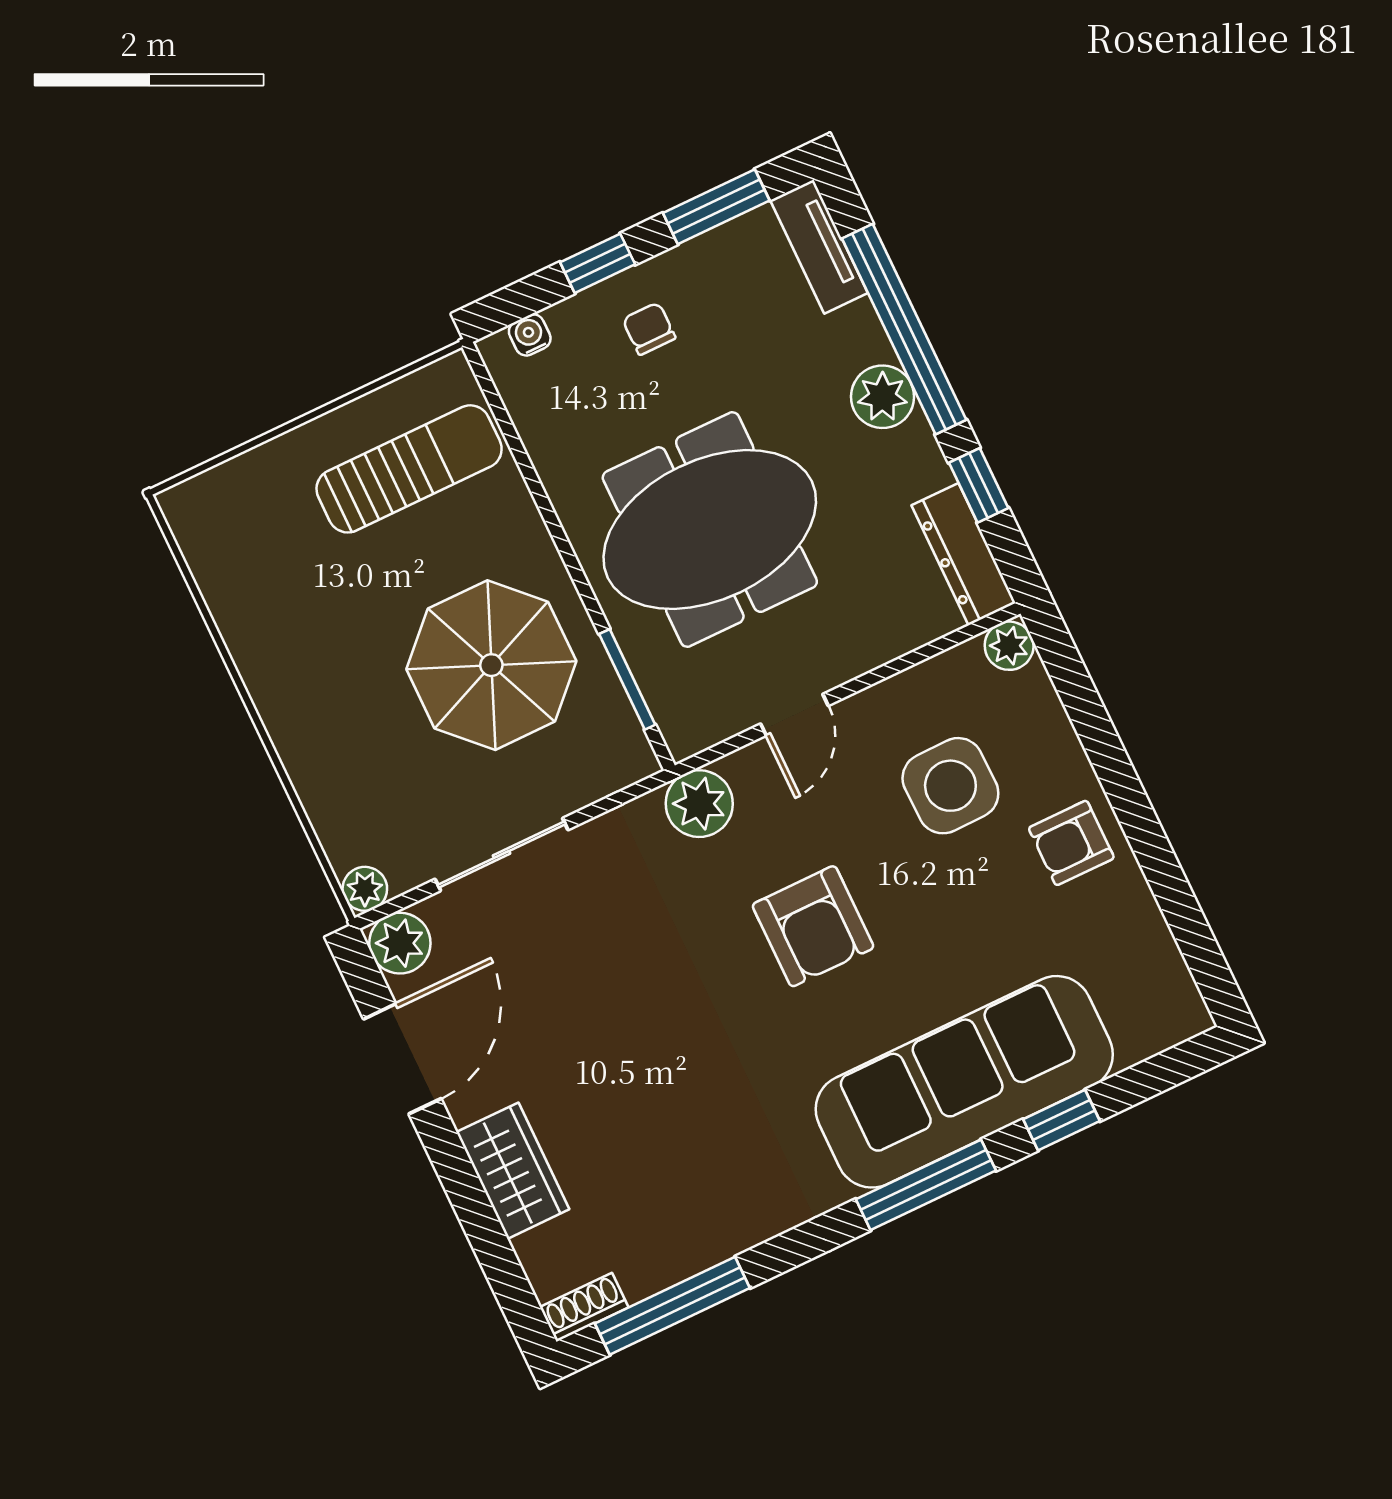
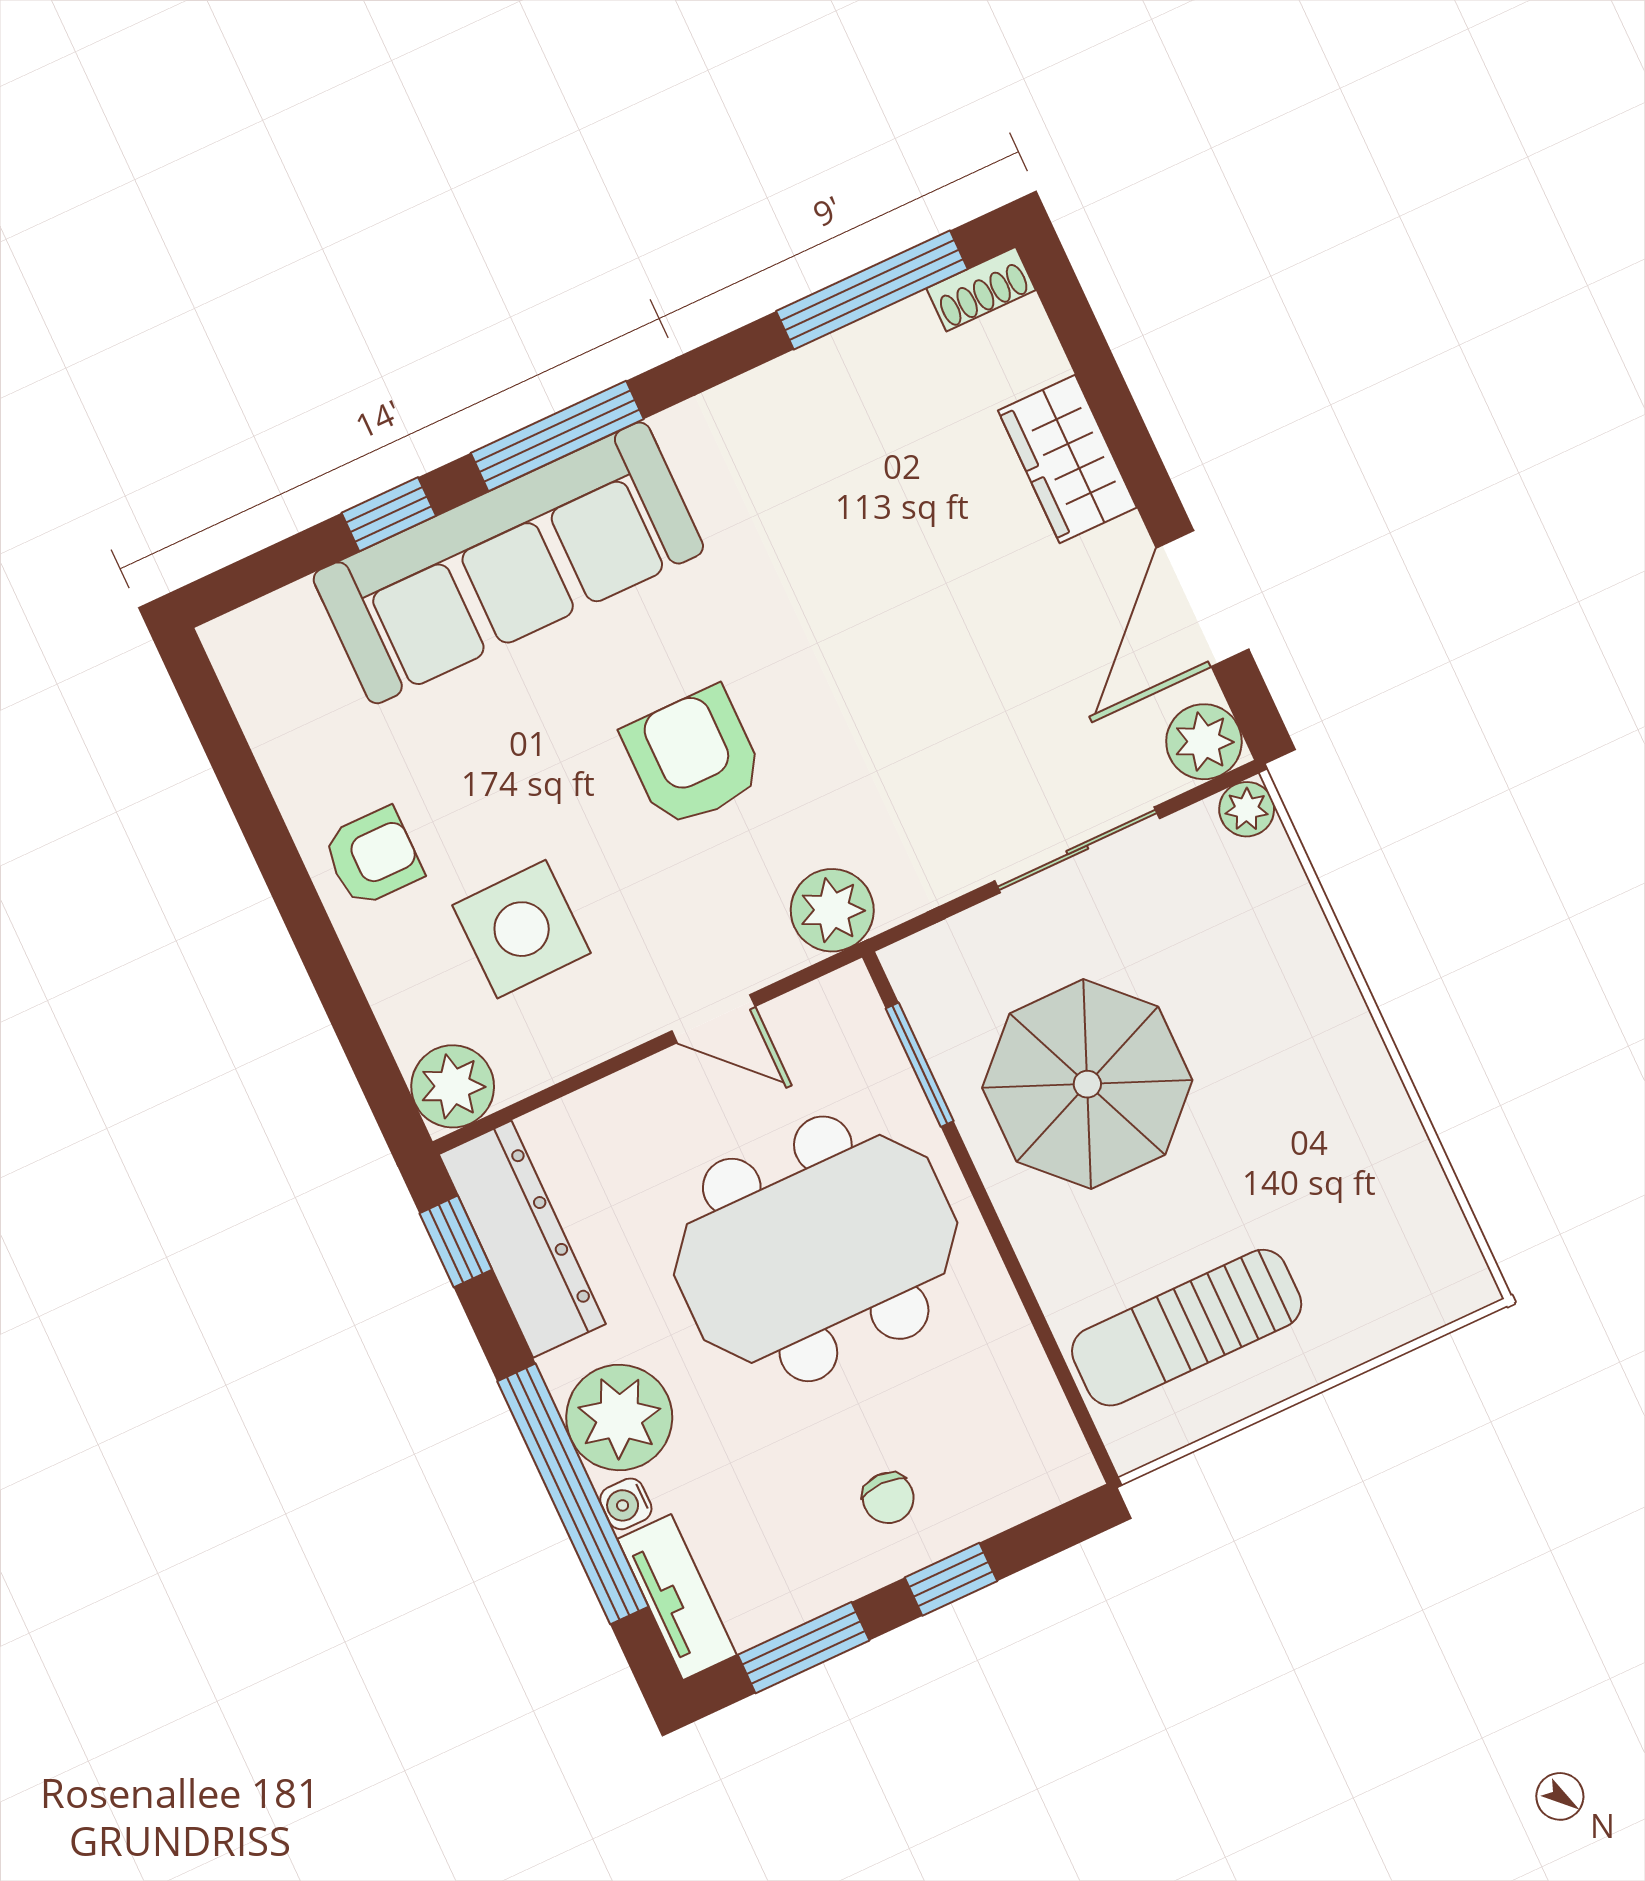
water cooler: (530, 335) -> (626, 1504), moved, turned 90
plant: (883, 397) -> (619, 1417), width x1.36, depth x1.36
window: (979, 485) -> (456, 1241), moved
dresser: (963, 554) -> (522, 1239), width x1.37, depth x1.24
plant: (1009, 646) -> (453, 1086), width x1.38, depth x1.38
door: (794, 715) -> (713, 1019), swing flipped

